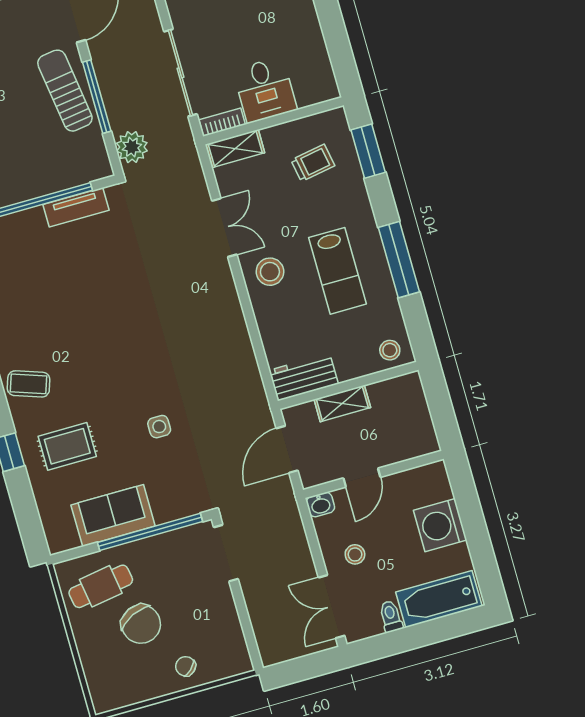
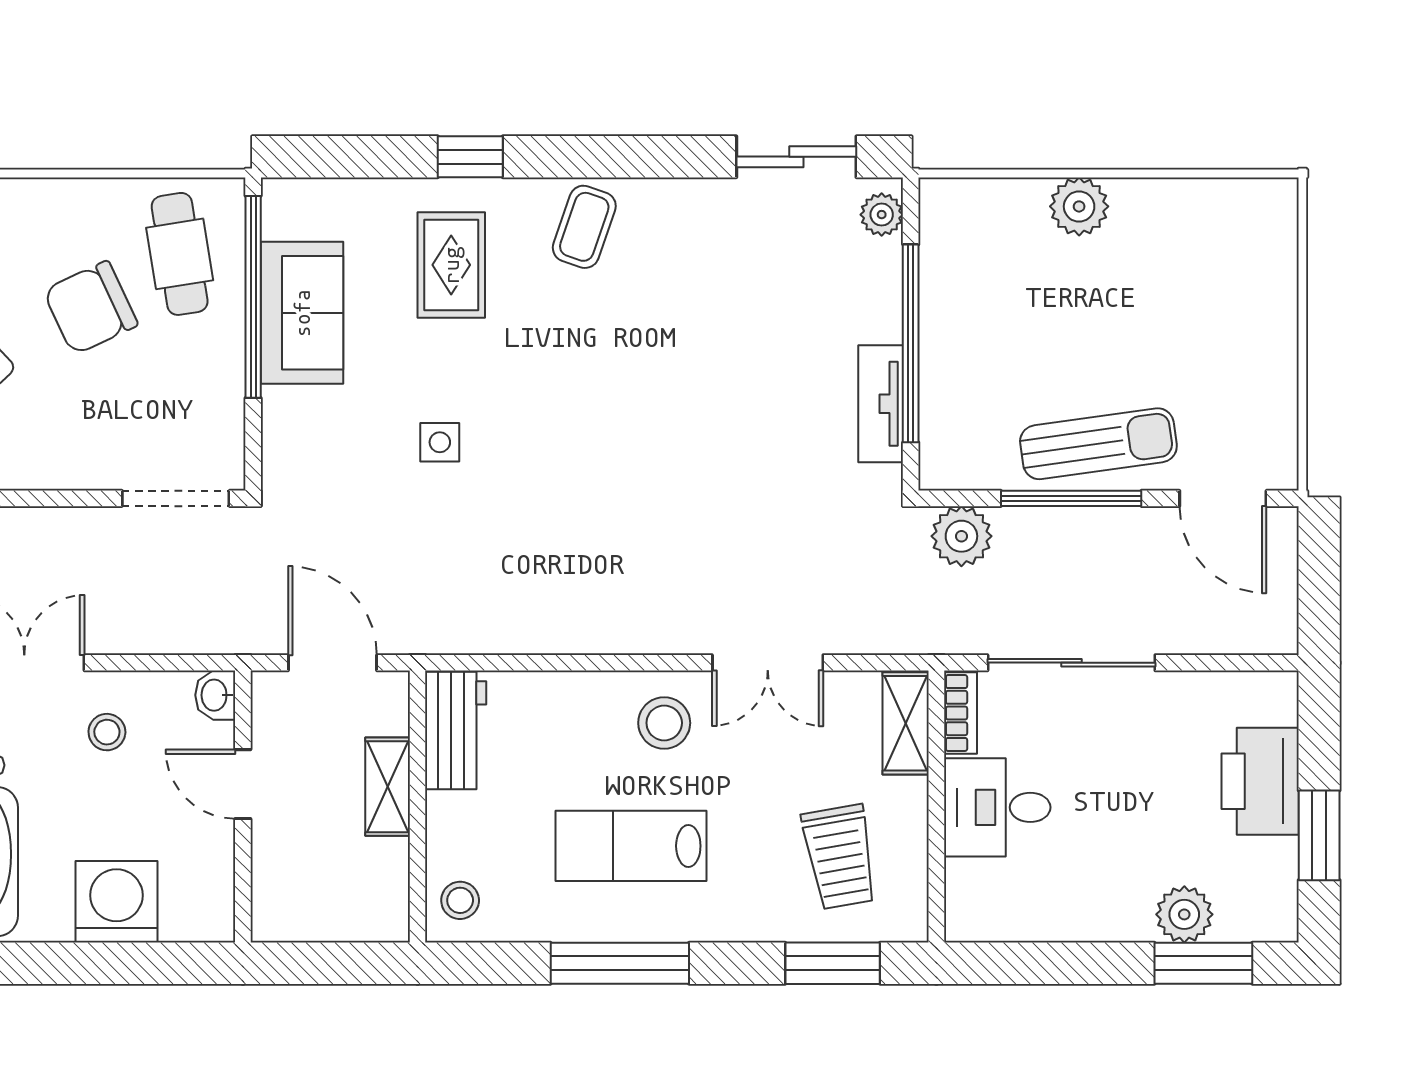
trolley: (313, 163) -> (840, 857), width x1.36, depth x1.39
window: (150, 532) -> (253, 297), moved

